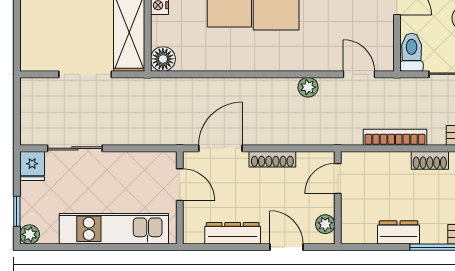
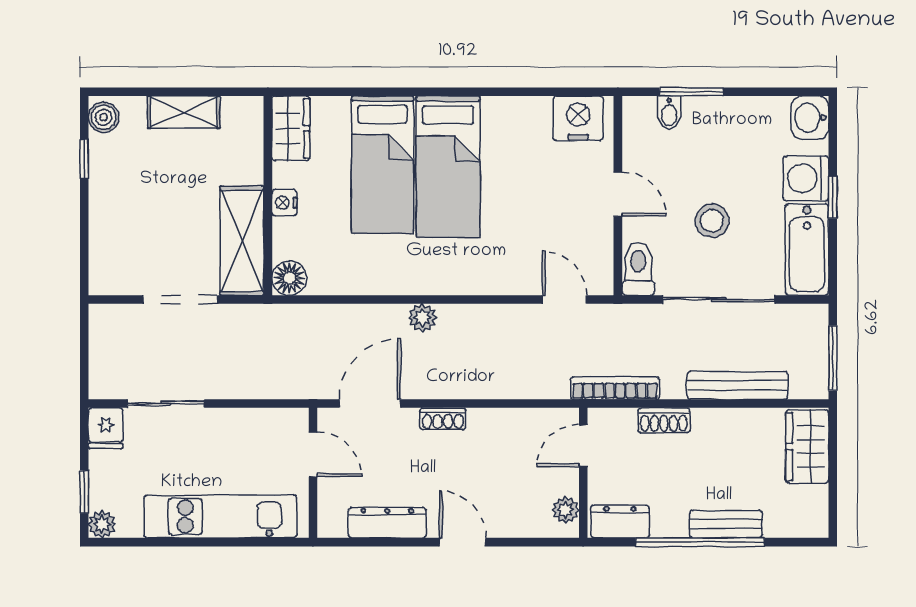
plant: (308, 87) -> (422, 318), moved
shoe rack: (272, 159) -> (443, 419), width x0.70
door: (338, 179) -> (583, 446), moved
wall: (338, 198) -> (583, 473), moved
plant: (325, 224) -> (566, 510), moved

